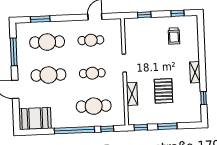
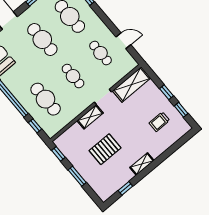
window: (144, 15) -> (166, 92), moved
shelving: (131, 35) -> (132, 84), added
shelving: (132, 94) -> (90, 117), moved

